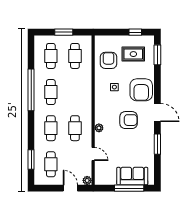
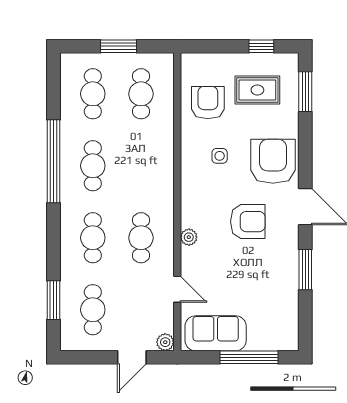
armchair: (141, 90) -> (273, 161), turned 180
sofa: (132, 176) -> (216, 333), moved
door: (70, 188) -> (132, 357), swing flipped

